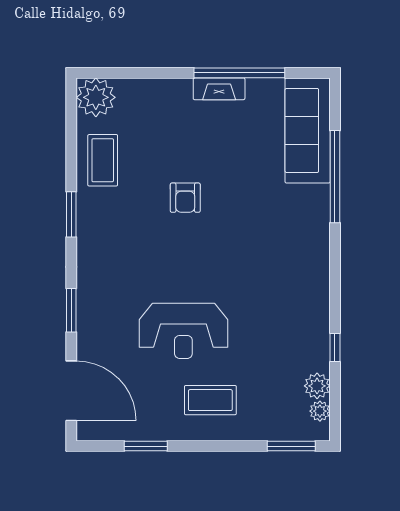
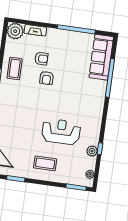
fireplace: (219, 89) -> (35, 30), moved
armchair: (167, 154) -> (41, 59), added
coffee table: (103, 160) -> (15, 68), moved
reception desk: (183, 331) -> (61, 132), moved, turned 180
plant: (317, 386) -> (92, 151), moved

